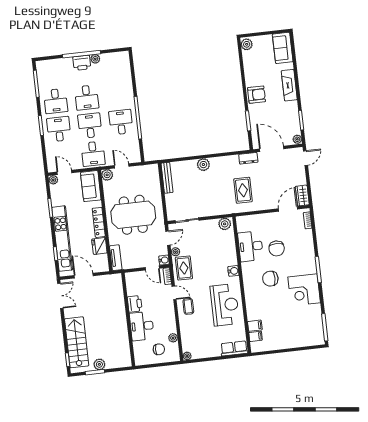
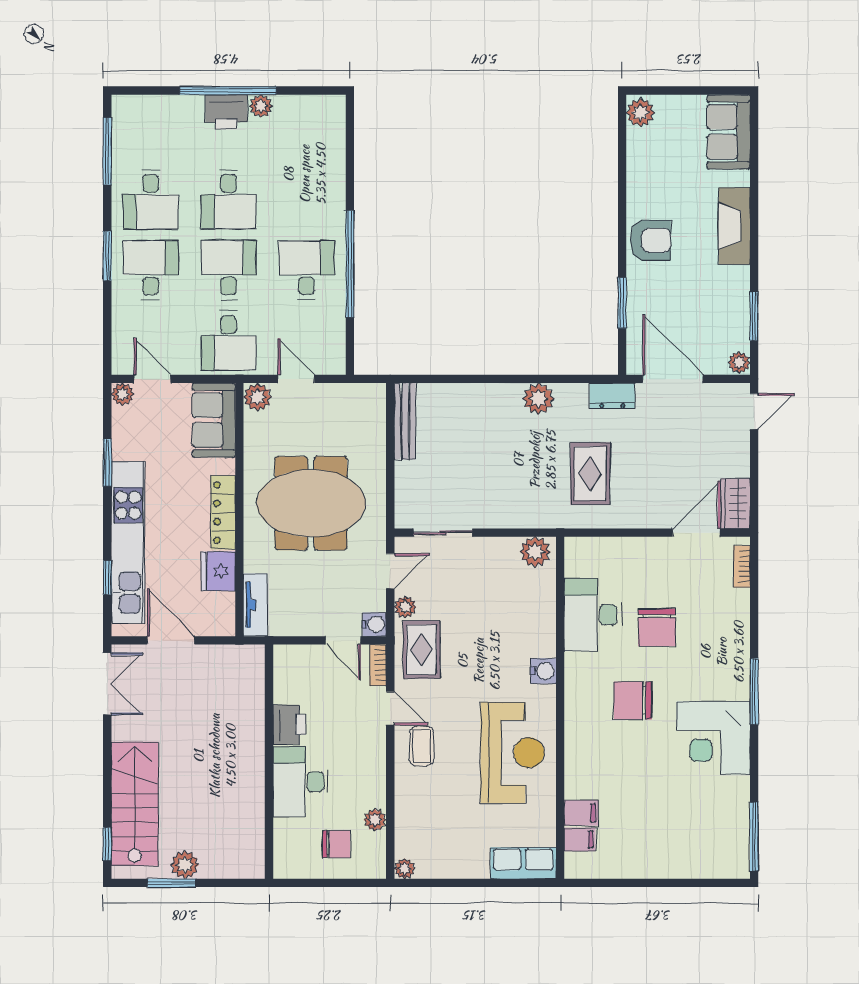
plant: (203, 165) -> (538, 399), moved

